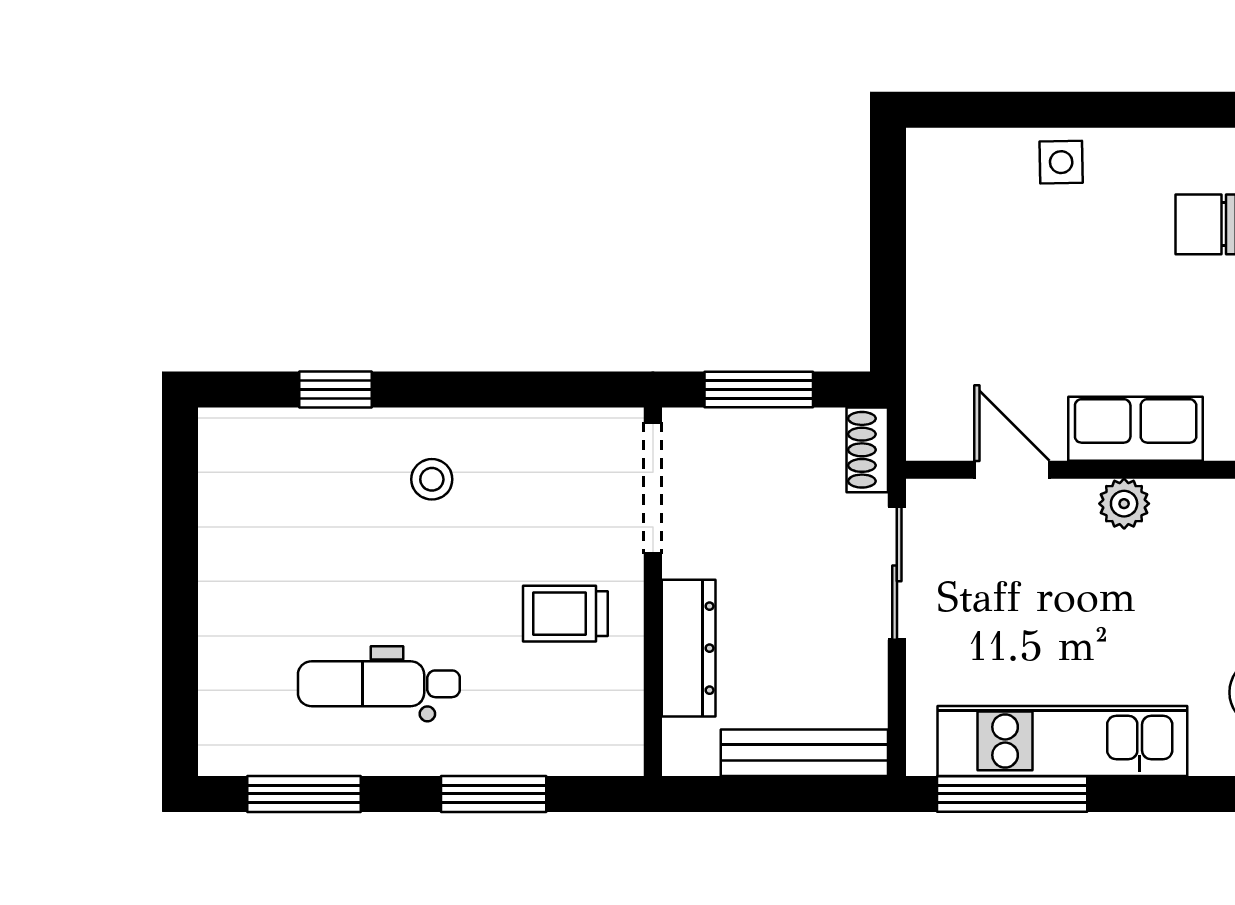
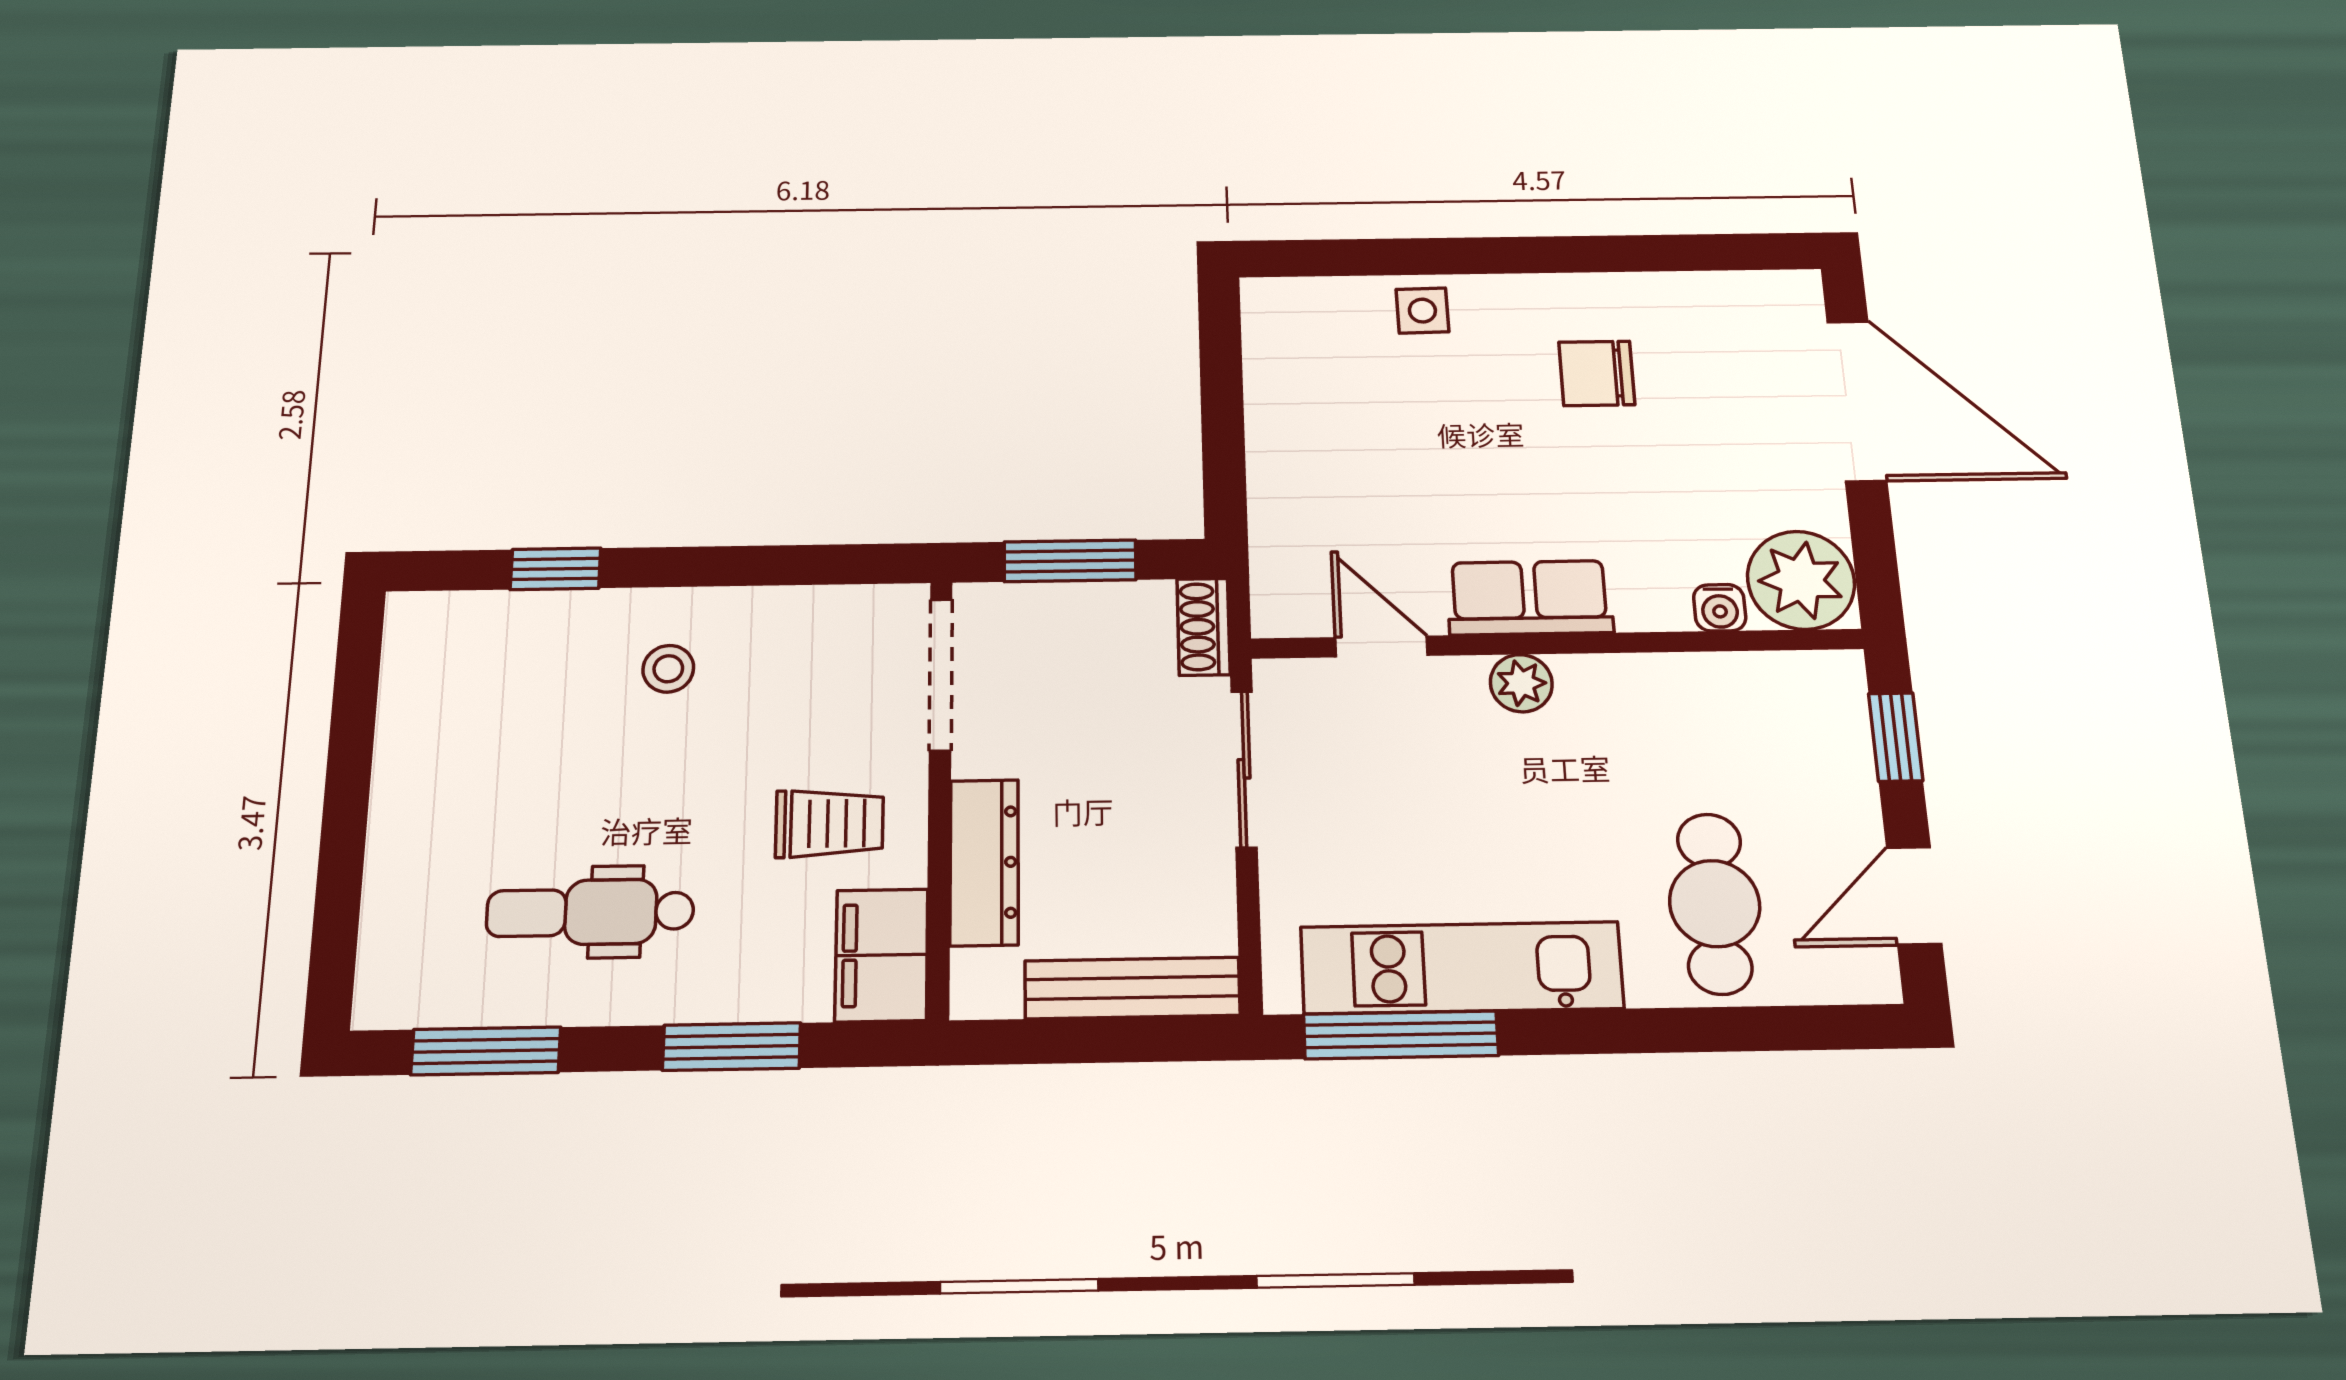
trolley: (565, 614) -> (829, 823), turned 180
filing cabinet: (608, 723) -> (881, 955), added

